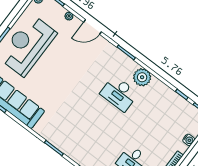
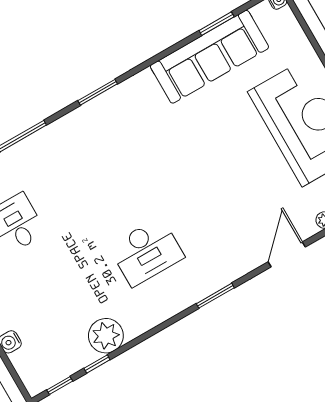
plant: (142, 77) -> (106, 336), moved
desk: (119, 93) -> (146, 252), turned 180

